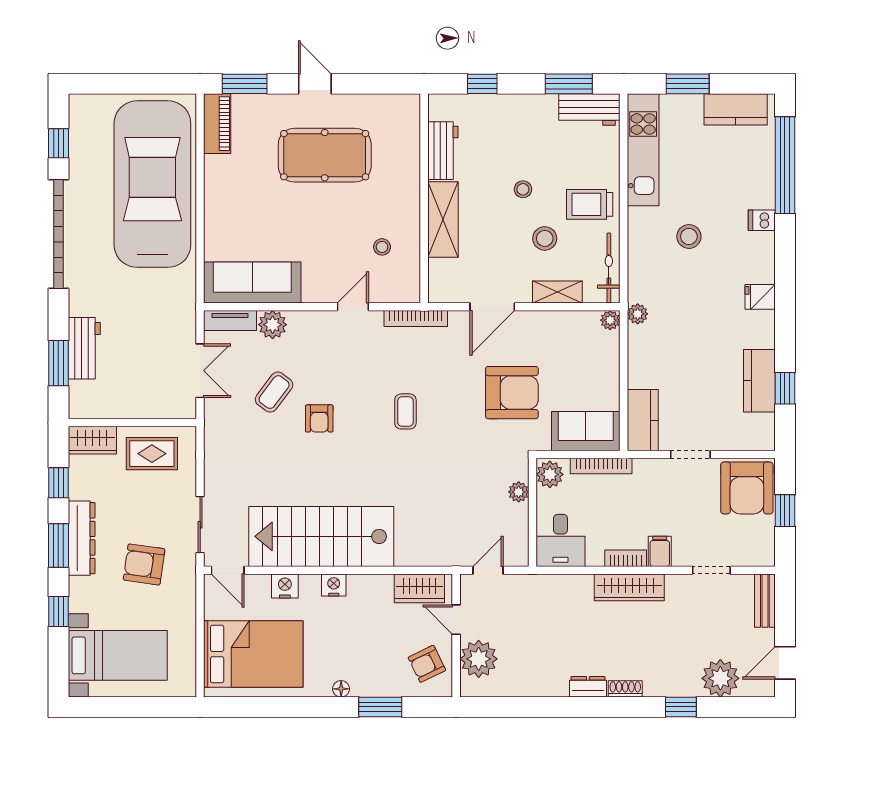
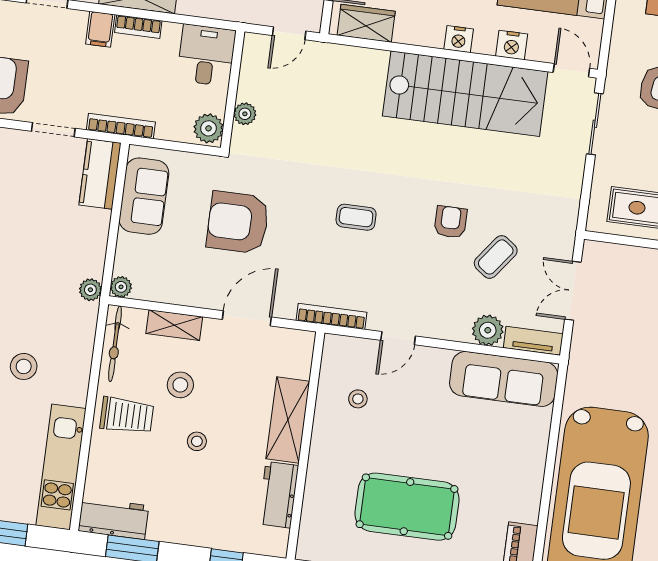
coffee table: (405, 411) -> (356, 217), turned 90
sofa: (586, 431) -> (144, 196), moved, turned -90
bookcase: (601, 466) -> (121, 126), moved

